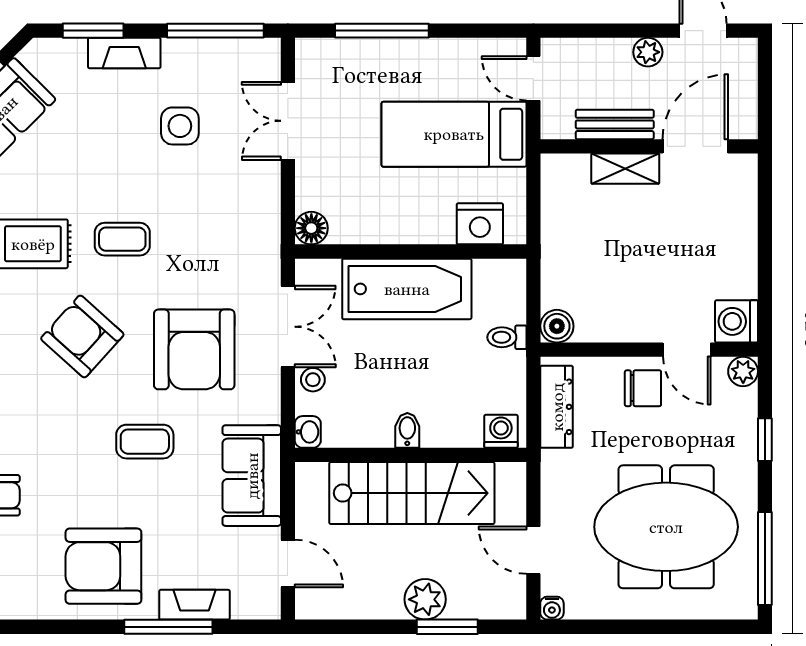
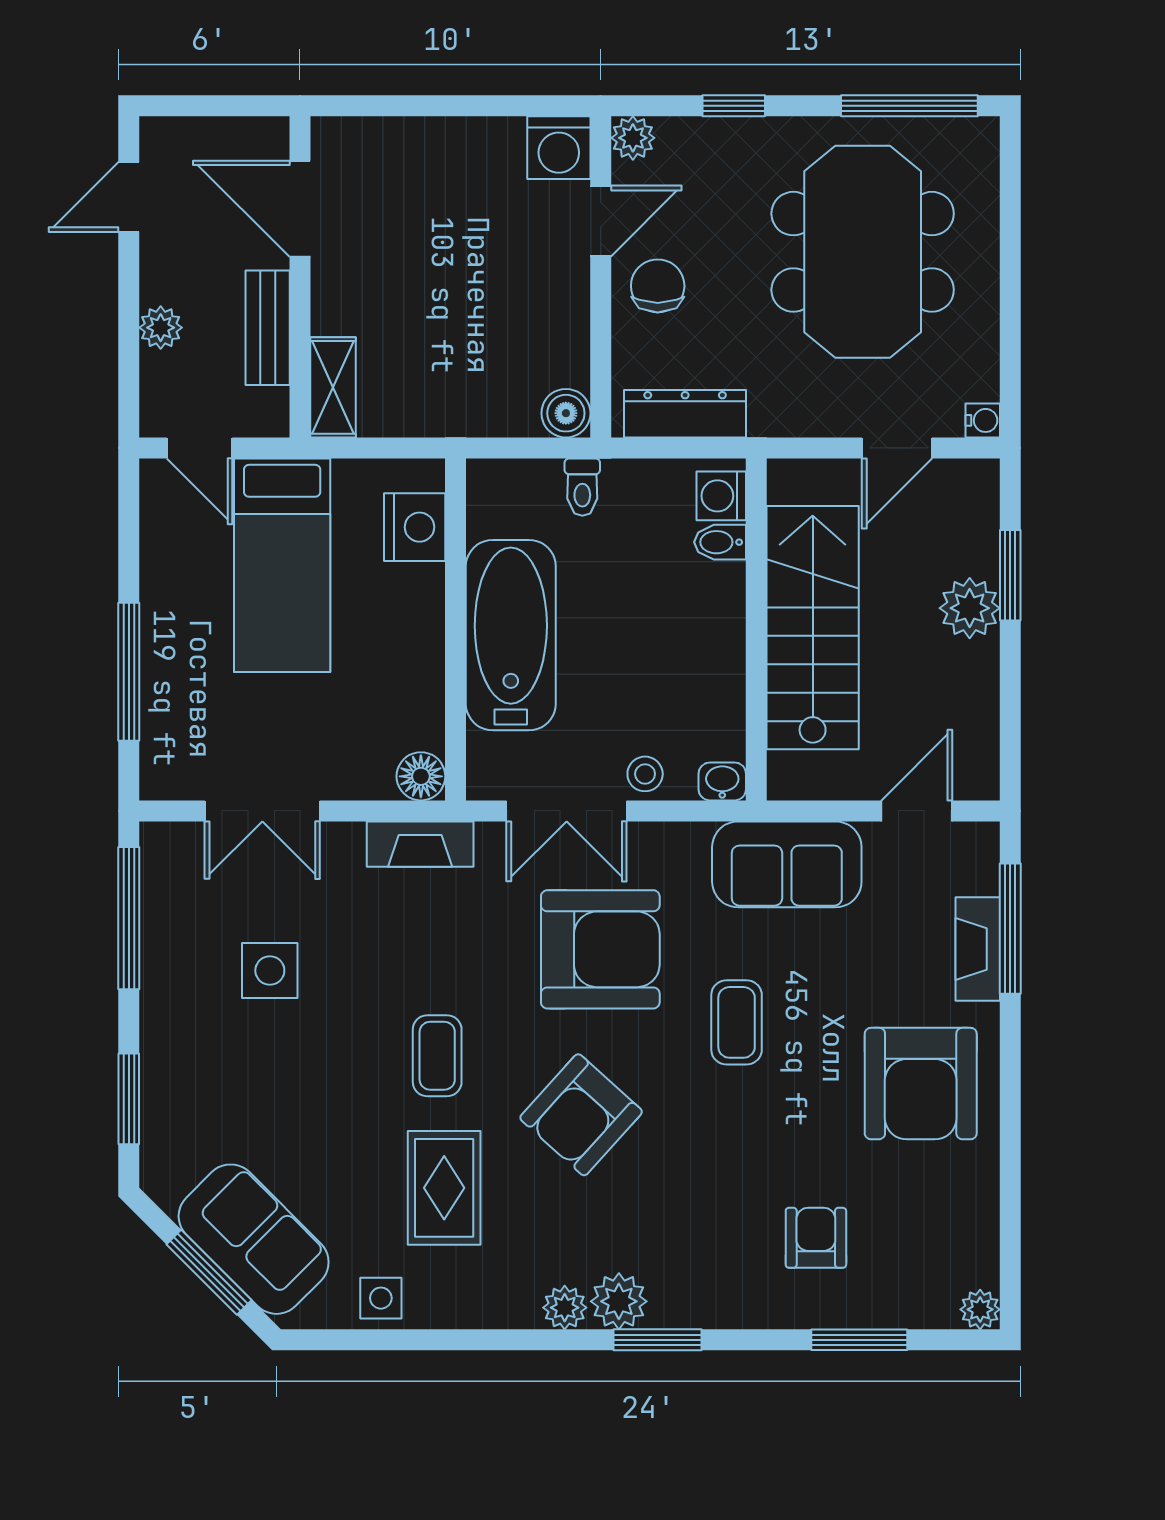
plant: (648, 52) -> (161, 328), moved
fireplace: (124, 53) -> (420, 844), moved, turned 90
door: (533, 78) -> (199, 448), hinge flipped
shelving: (625, 169) -> (333, 387), moved
double door: (288, 327) -> (567, 811), swing flipped
bidet: (407, 430) -> (720, 542), moved
window: (168, 627) -> (1010, 929), moved

